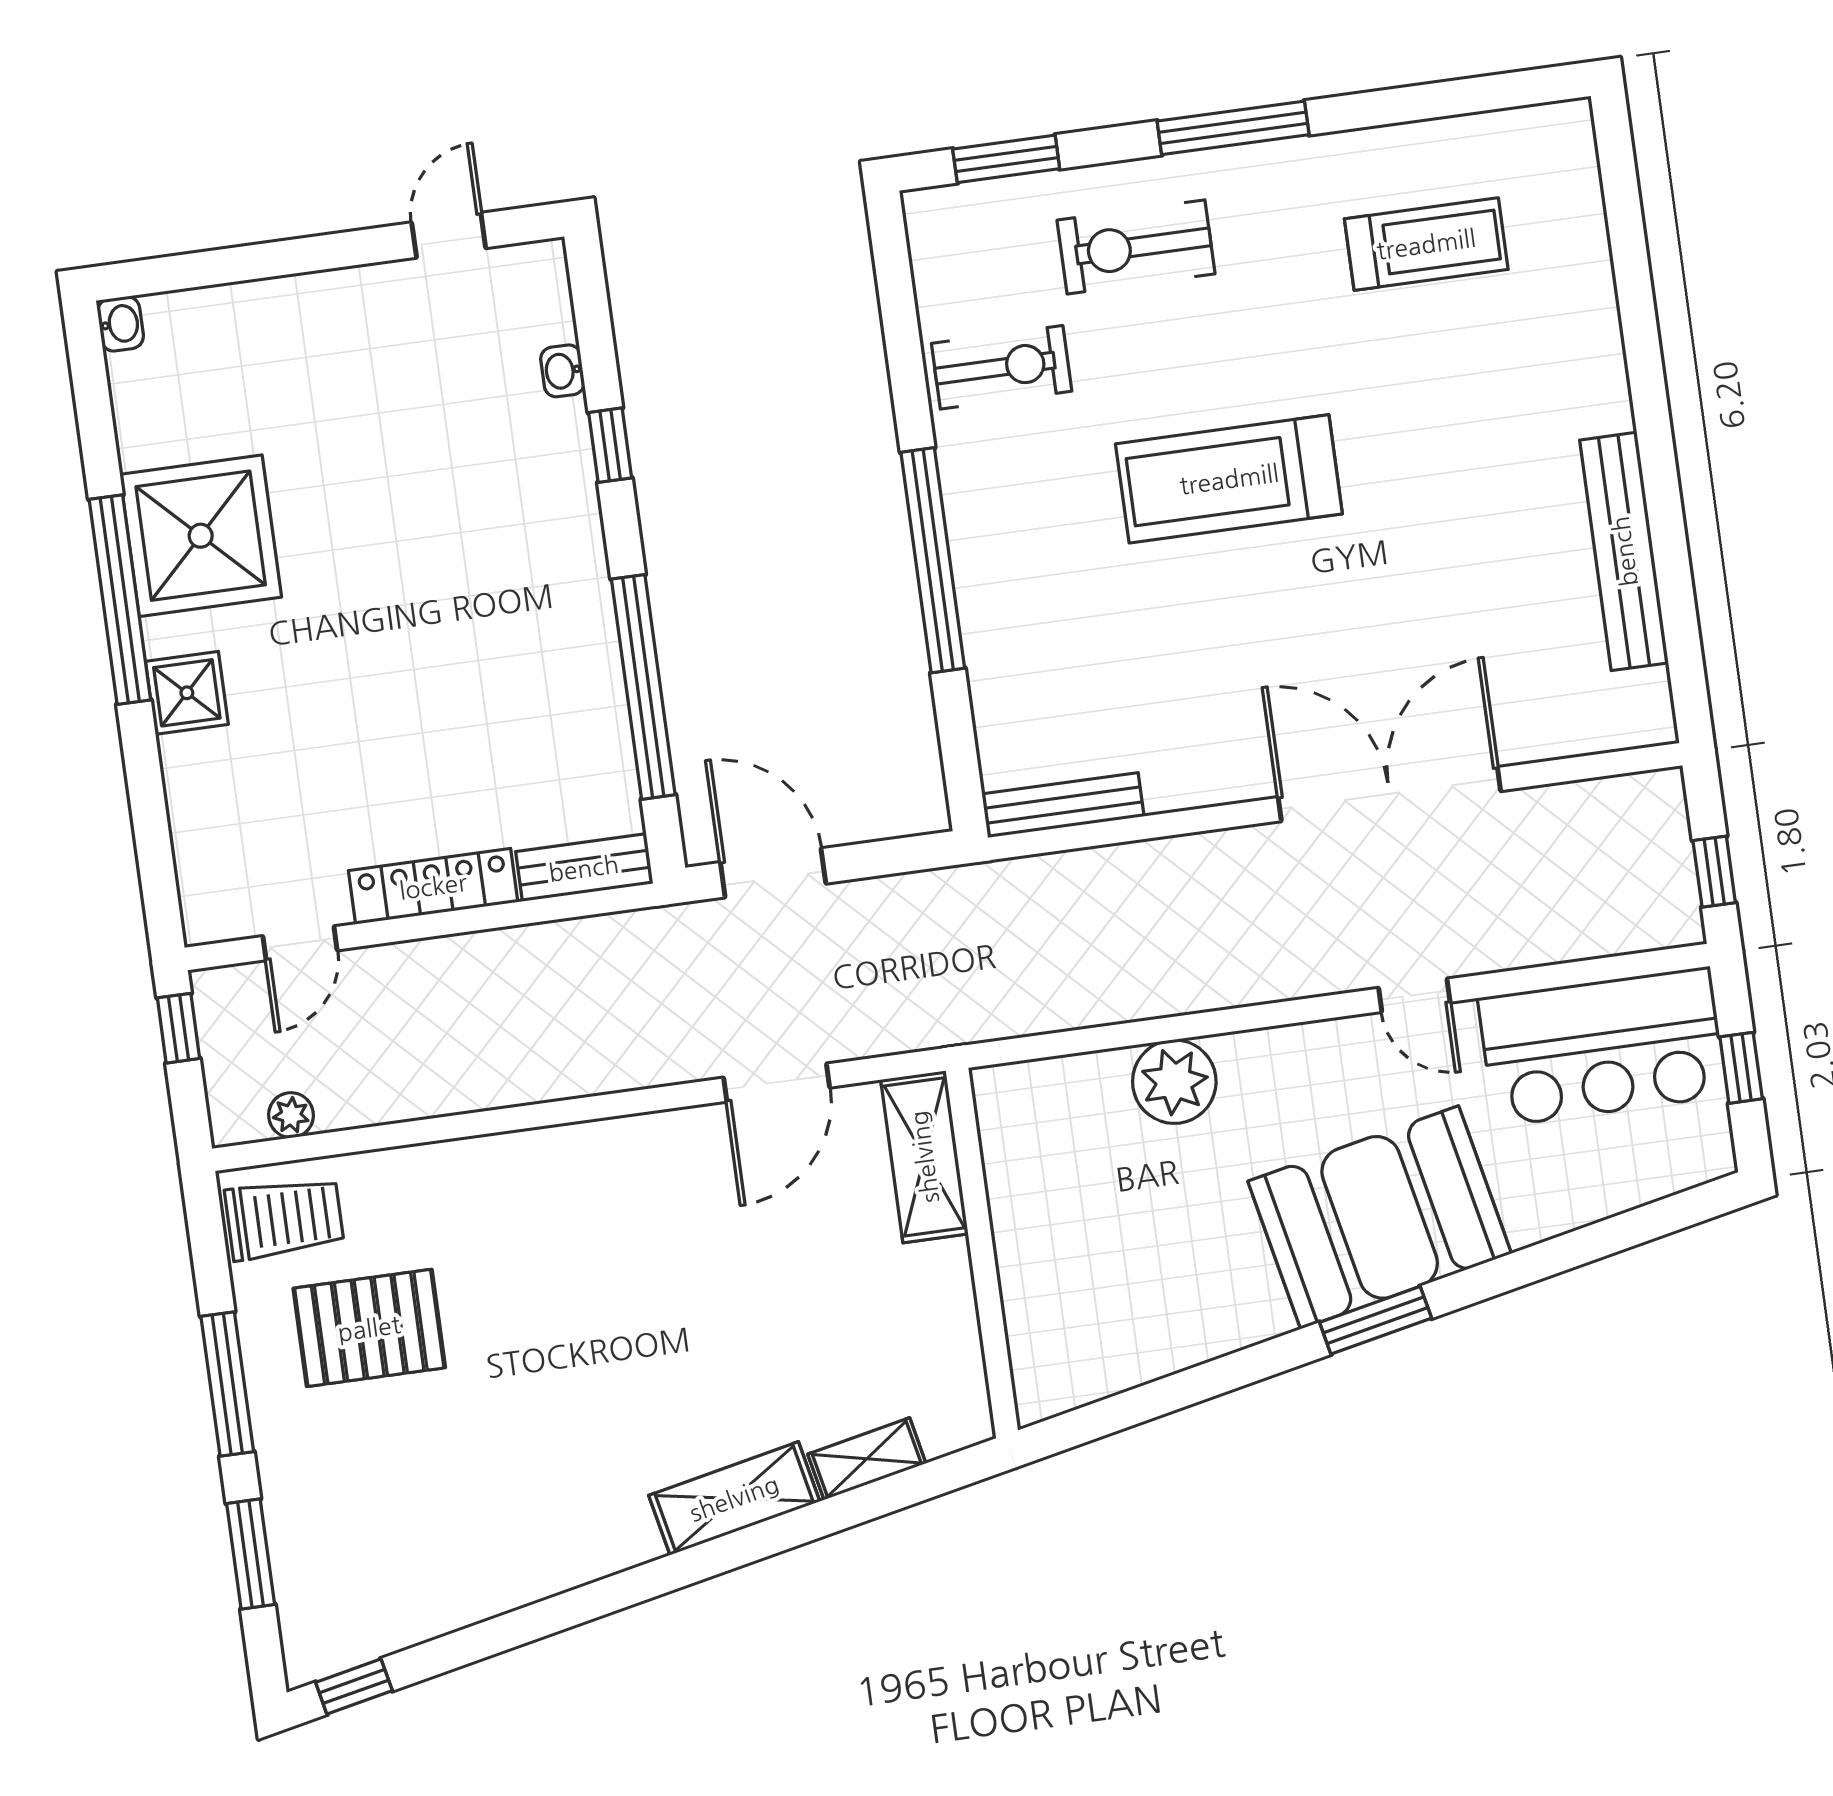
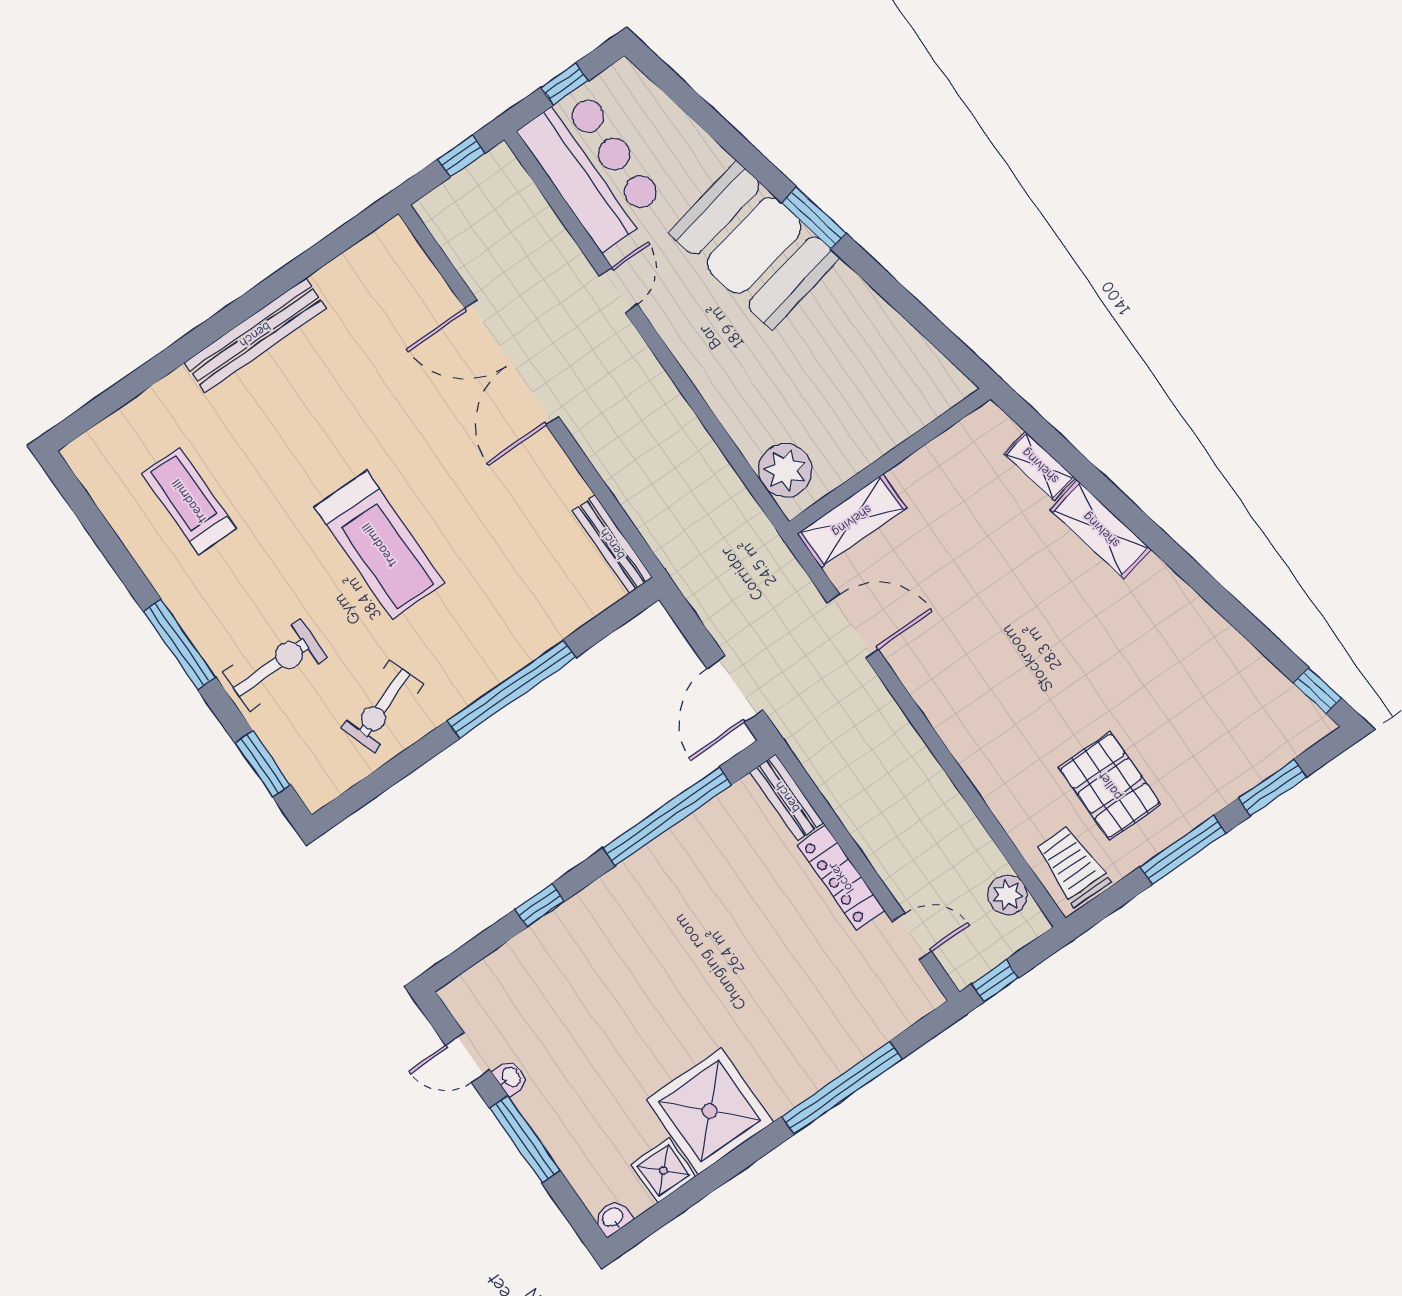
exercise bike: (1136, 247) -> (275, 665), turned -90
window: (293, 257) -> (525, 1139), added
exercise bike: (1002, 367) -> (382, 706), turned -110
washbasin: (563, 371) -> (510, 1077), moved, turned -90
bench: (1624, 551) -> (255, 335), moved
window: (120, 600) -> (842, 1088), moved
shower: (187, 693) -> (663, 1171), moved
plant: (1174, 1082) -> (785, 470), moved
plant: (291, 1115) -> (1008, 895), width x1.38, depth x1.38

